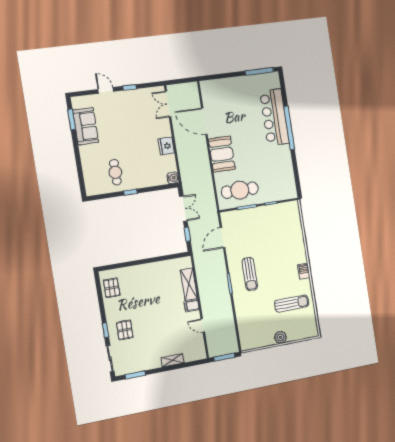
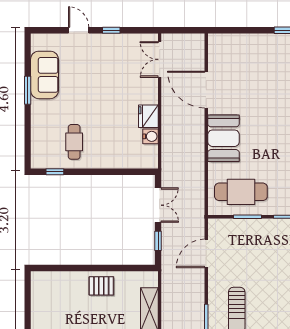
window: (72, 119) -> (28, 90), moved
water cooler: (173, 178) -> (150, 136), moved
window: (130, 192) -> (55, 172), moved
pallet: (112, 288) -> (101, 286), moved, turned 90

